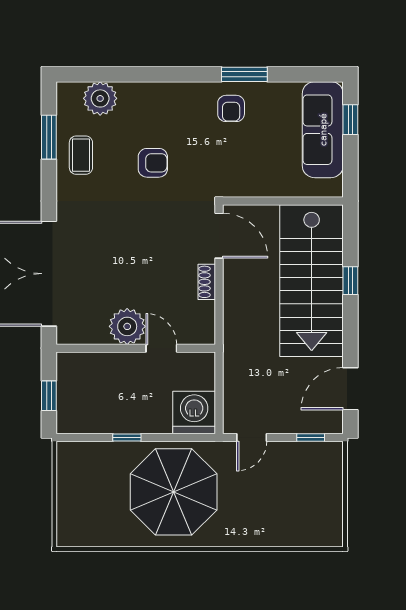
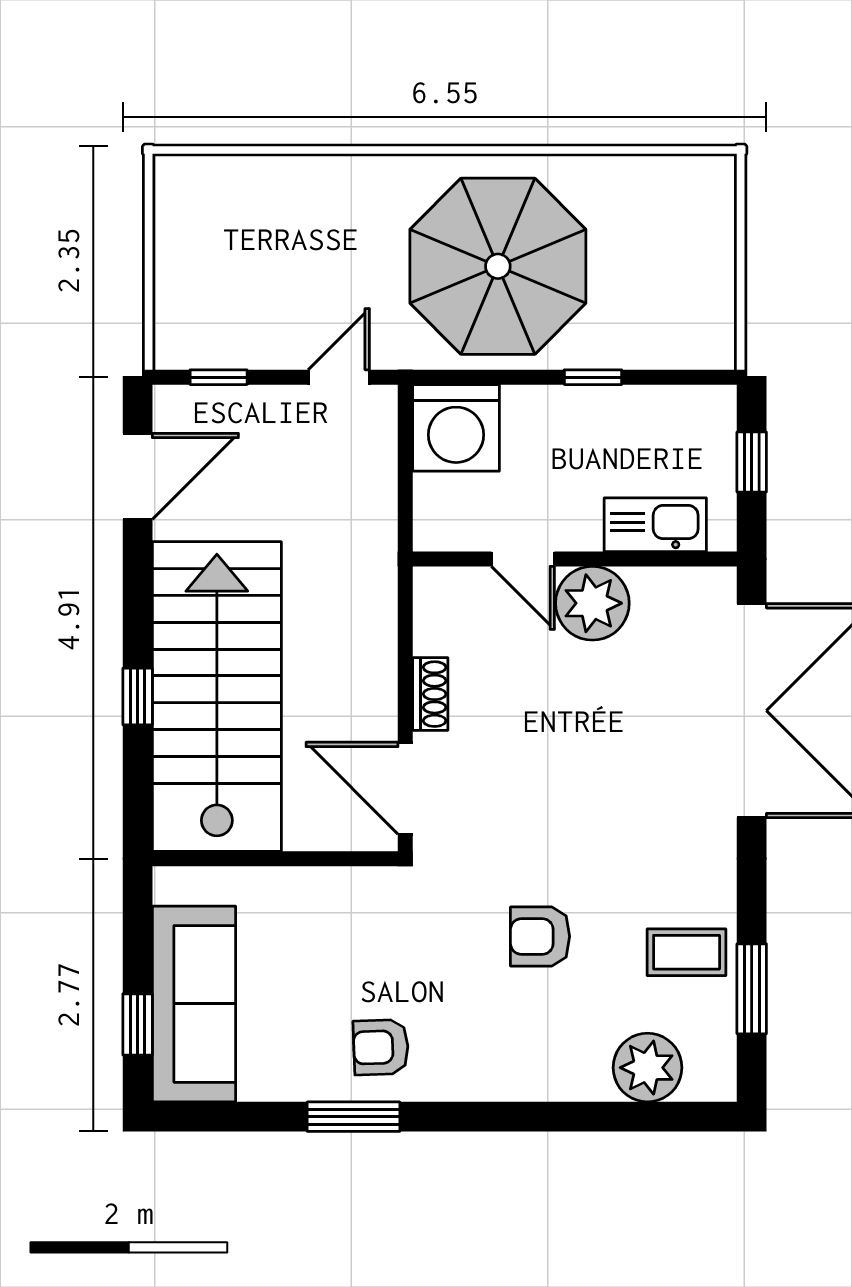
armchair: (231, 108) -> (381, 1047), turned -92
coffee table: (81, 155) -> (687, 952), turned 90
kitchen sink: (96, 365) -> (655, 525), added

